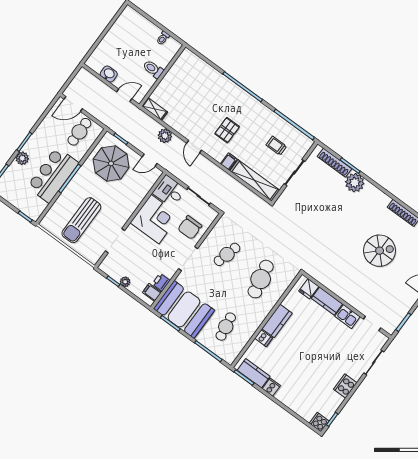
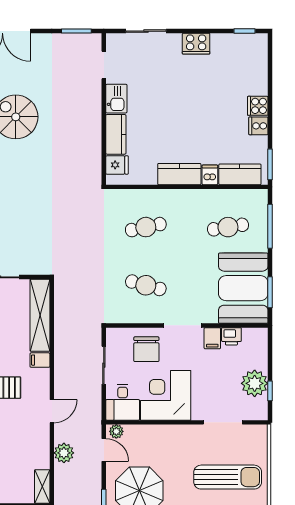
plant: (155, 175) -> (116, 431), added
chair: (190, 228) -> (146, 349), turned 90
cafe table: (261, 279) -> (146, 227), width x0.73, depth x0.74
plant: (125, 282) -> (255, 383), width x1.87, depth x1.87
filing cabinet: (152, 292) -> (212, 338), moved
kitchen counter: (254, 373) -> (240, 174), moved, turned 90
cooker: (319, 422) -> (258, 106), moved, turned 90

